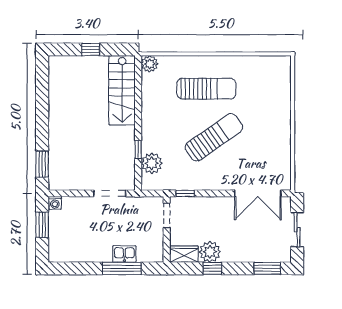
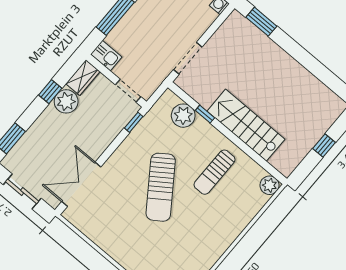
sun lounger: (206, 89) -> (214, 172), moved, width x0.73, depth x0.75
stairs: (122, 90) -> (246, 125), moved
kitchen sink: (124, 254) -> (106, 56), moved, turned -90

